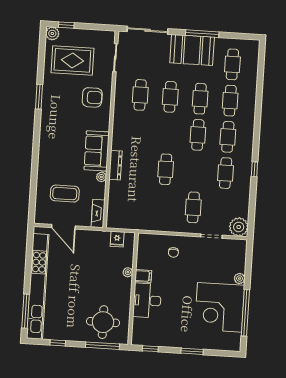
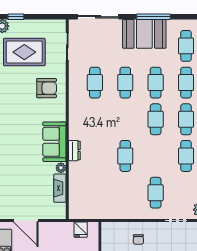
dresser: (115, 165) -> (74, 151), width x0.70
coffee table: (65, 194) -> (25, 187), removed
fireplace: (98, 214) -> (60, 188), moved

